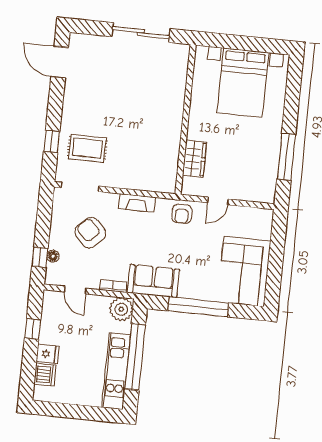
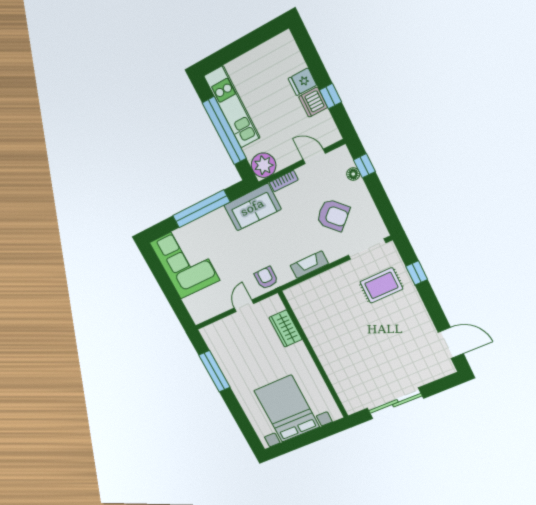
dishwasher: (45, 375) -> (313, 102), moved

